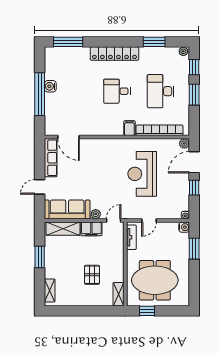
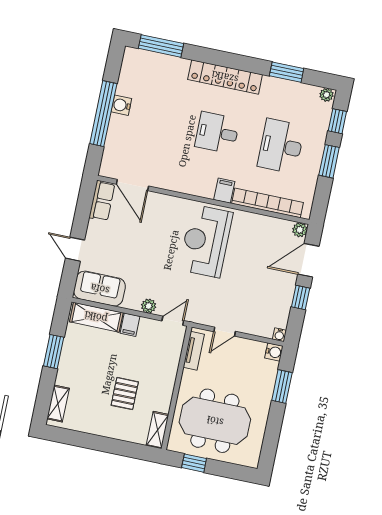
row of seats: (51, 158) -> (102, 201), width x0.68
reception desk: (142, 174) -> (206, 241), moved
door: (40, 187) -> (75, 249), hinge flipped
sofa: (67, 209) -> (100, 289), width x0.73
filing cabinet: (91, 229) -> (130, 325), width x0.50

